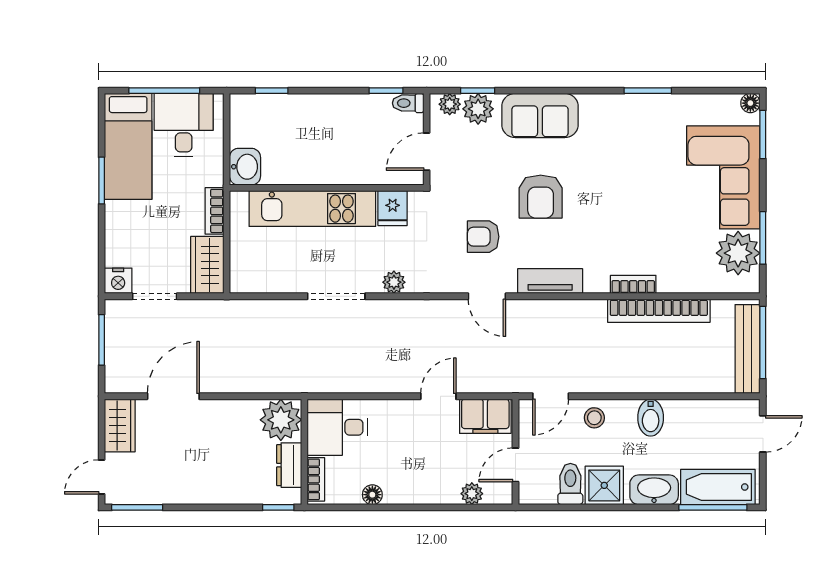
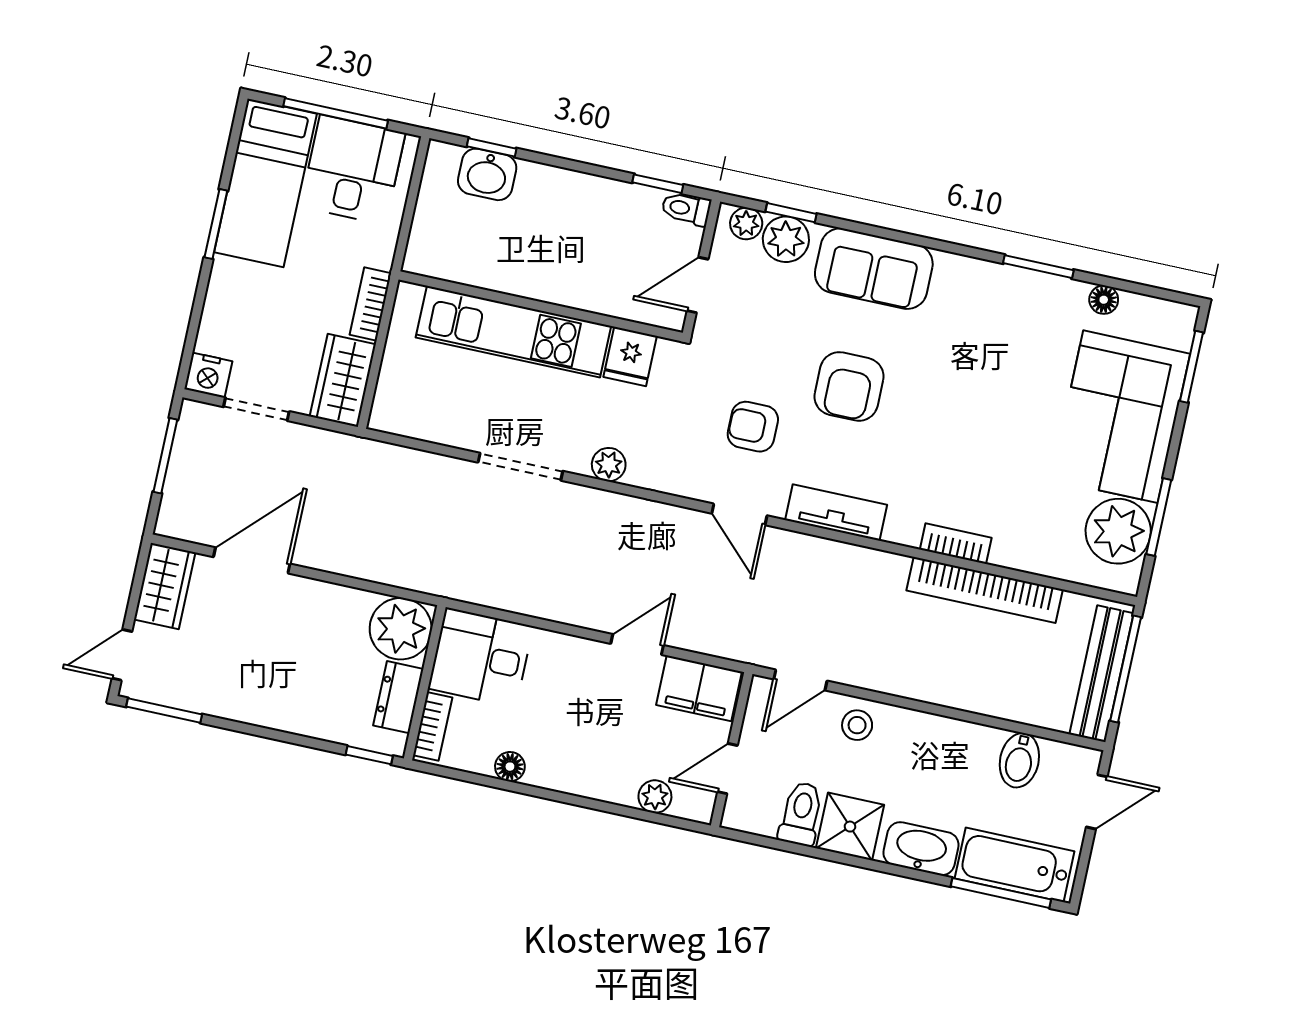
floor lamp: (750, 103) -> (1104, 300), moved
washbasin: (245, 167) -> (487, 174), moved, turned 90
bidet: (651, 418) -> (1019, 760), moved

